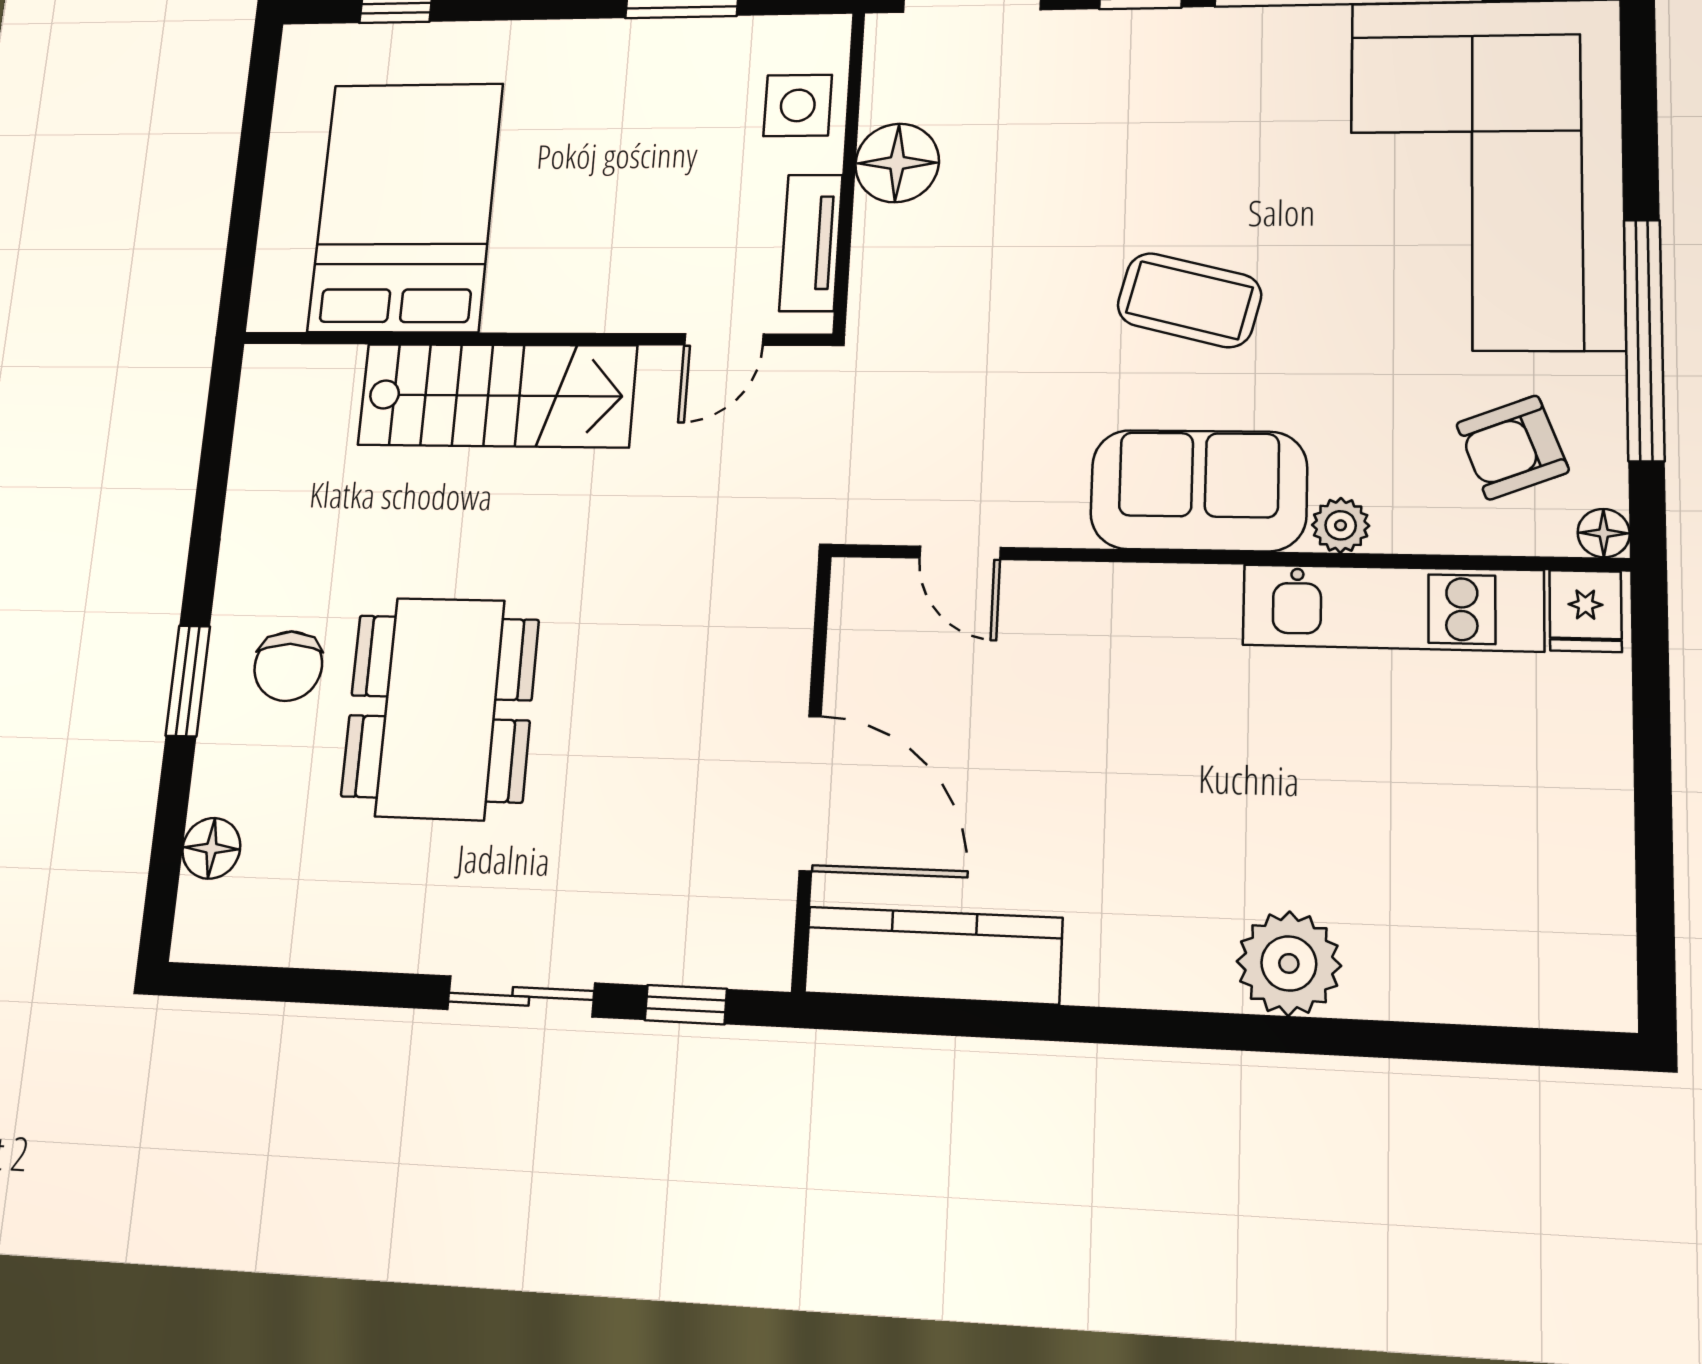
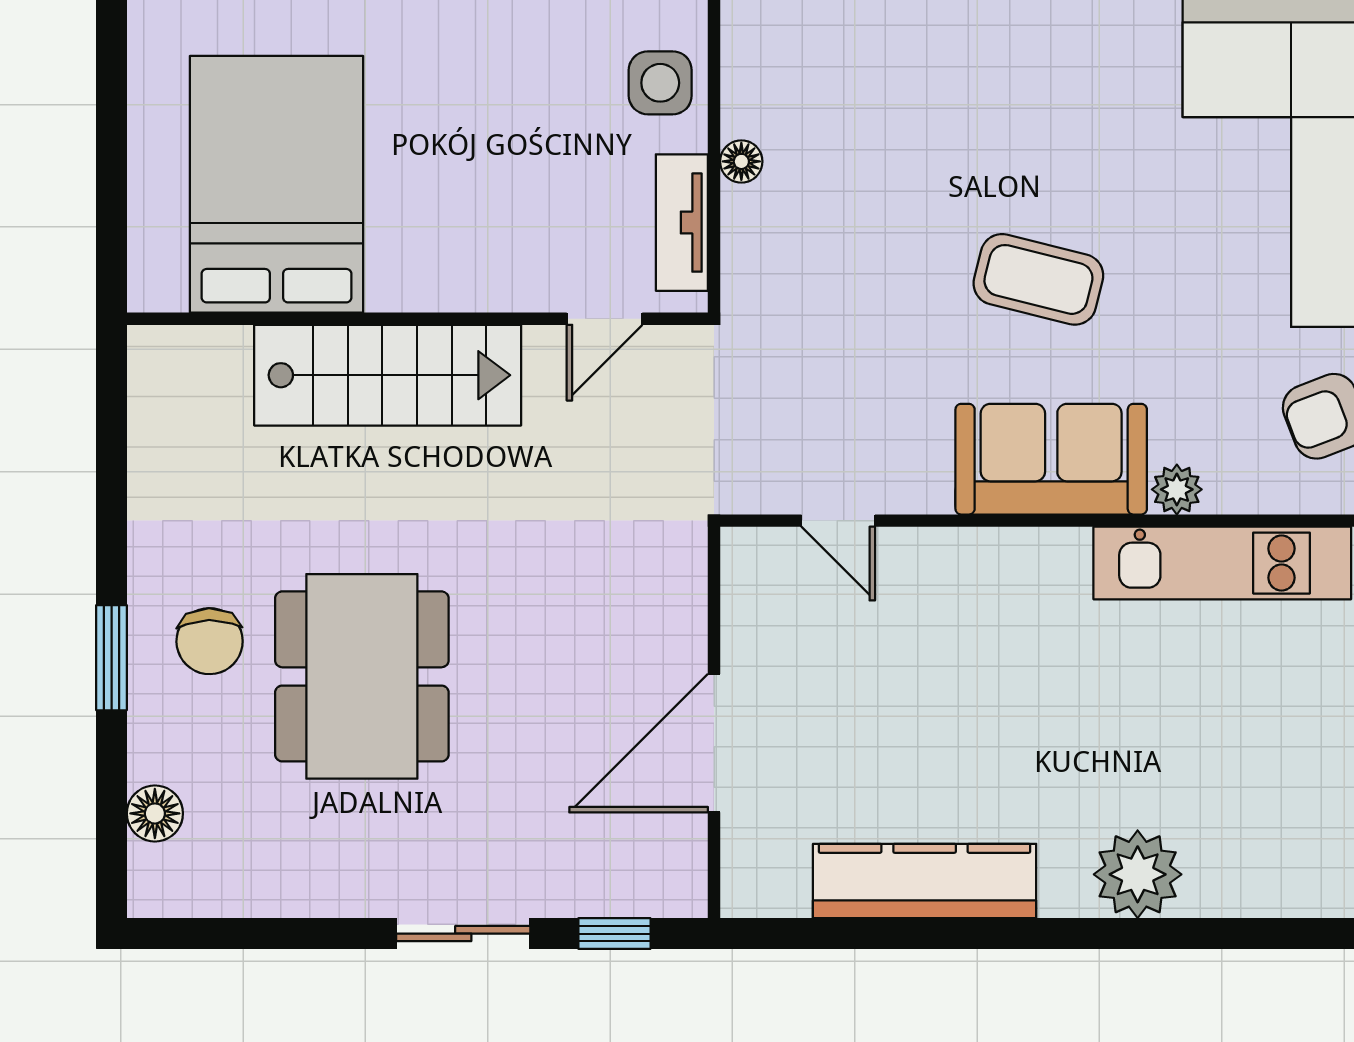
floor lamp: (897, 163) -> (741, 161), width x0.53, depth x0.53
door: (810, 793) -> (714, 743), swing flipped
kitchen counter: (933, 955) -> (925, 881), moved

